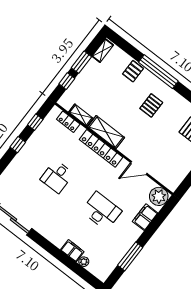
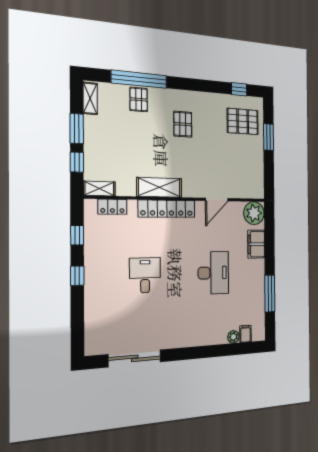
window: (158, 72) -> (139, 79), moved
shelving: (81, 115) -> (99, 189), moved
desk: (57, 177) -> (145, 275), turned 180
desk: (101, 211) -> (213, 273), turned 90
filing cabinet: (72, 251) -> (245, 334), moved, width x0.50

